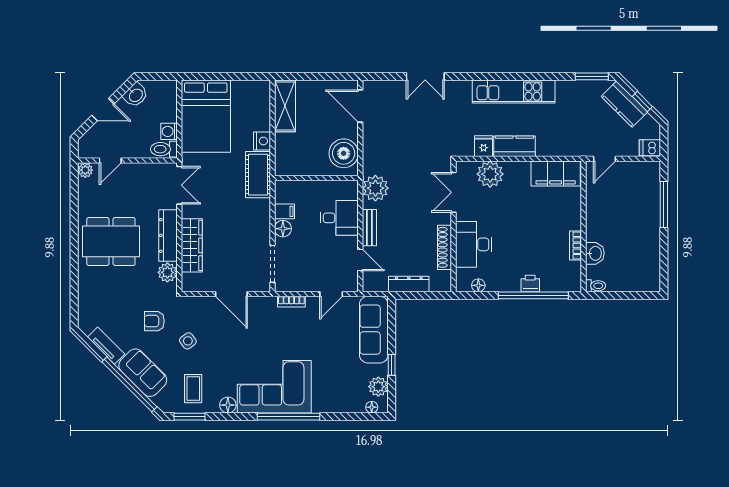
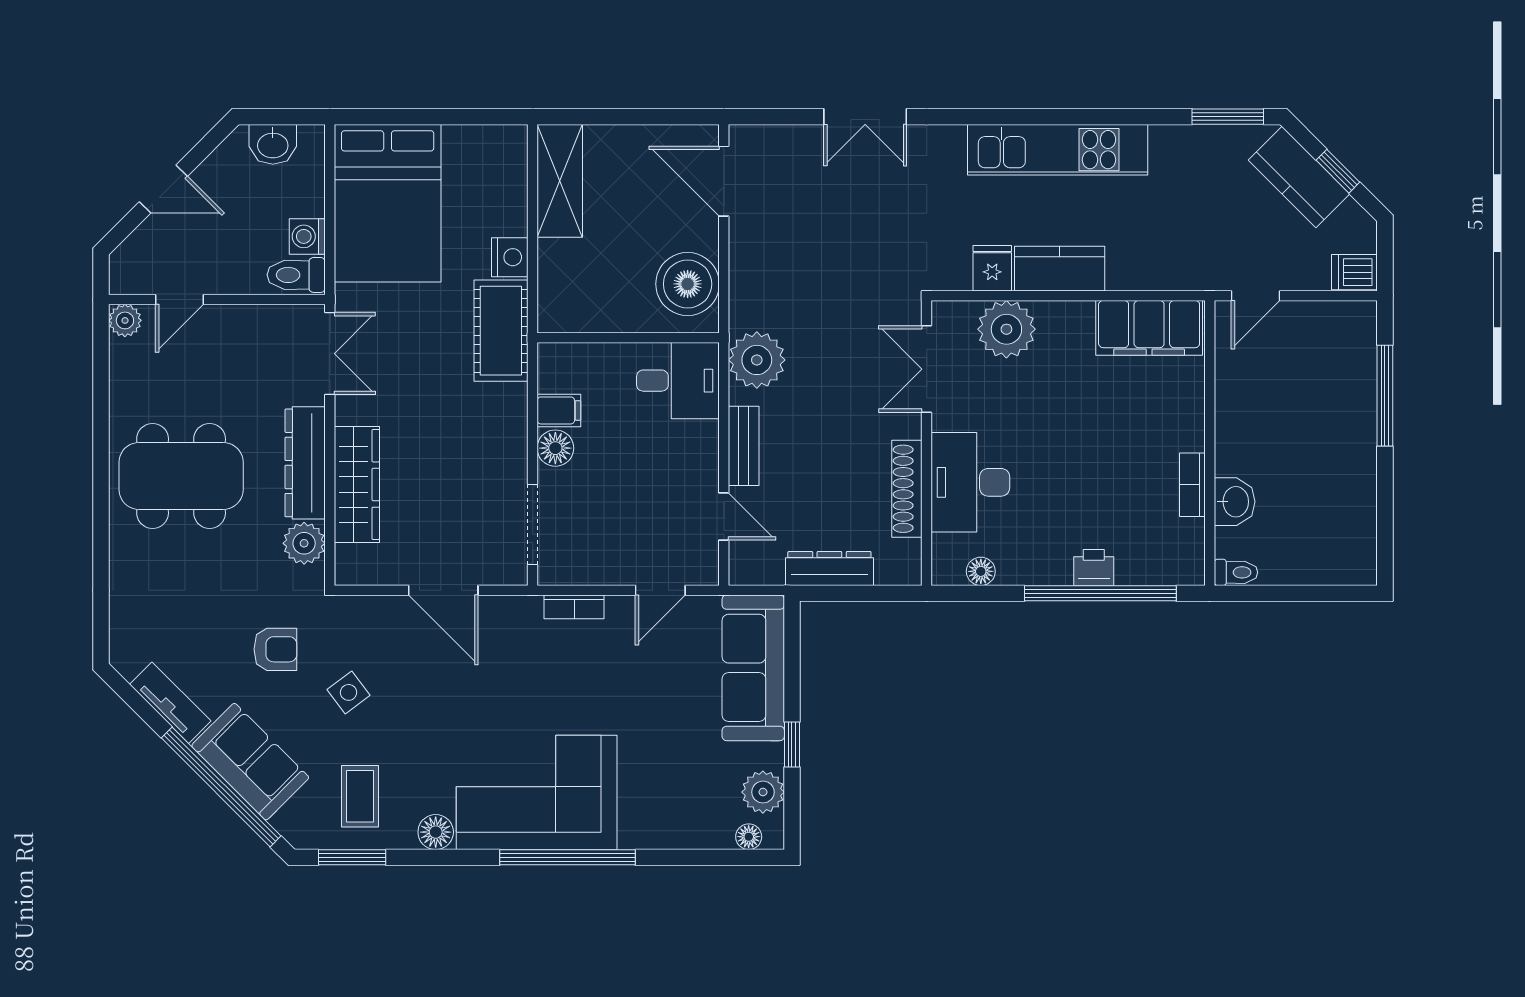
washbasin: (135, 95) -> (273, 144), moved, turned 45
desk: (339, 218) -> (678, 381), moved
armchair: (154, 321) -> (275, 649), turned 180

